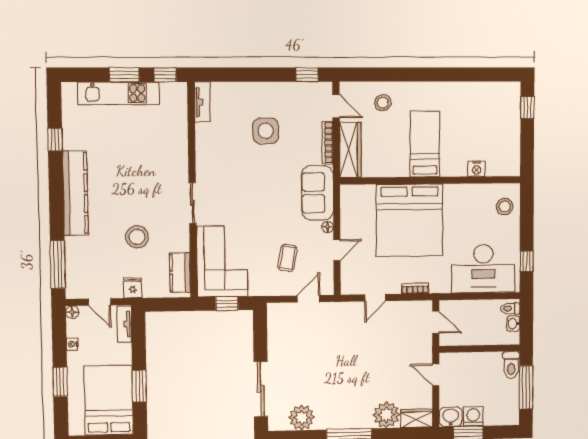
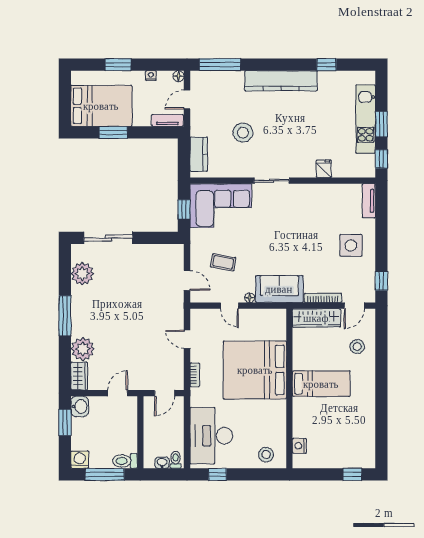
tv unit: (202, 102) -> (369, 201), moved, turned 90
side table: (266, 131) -> (351, 245), moved
nightstand: (477, 169) -> (299, 446), moved
kitchen counter: (180, 273) -> (199, 154), moved, turned 90
fridge: (133, 288) -> (324, 169), moved, turned -90
washing machine: (473, 416) -> (80, 460), moved, turned -90

